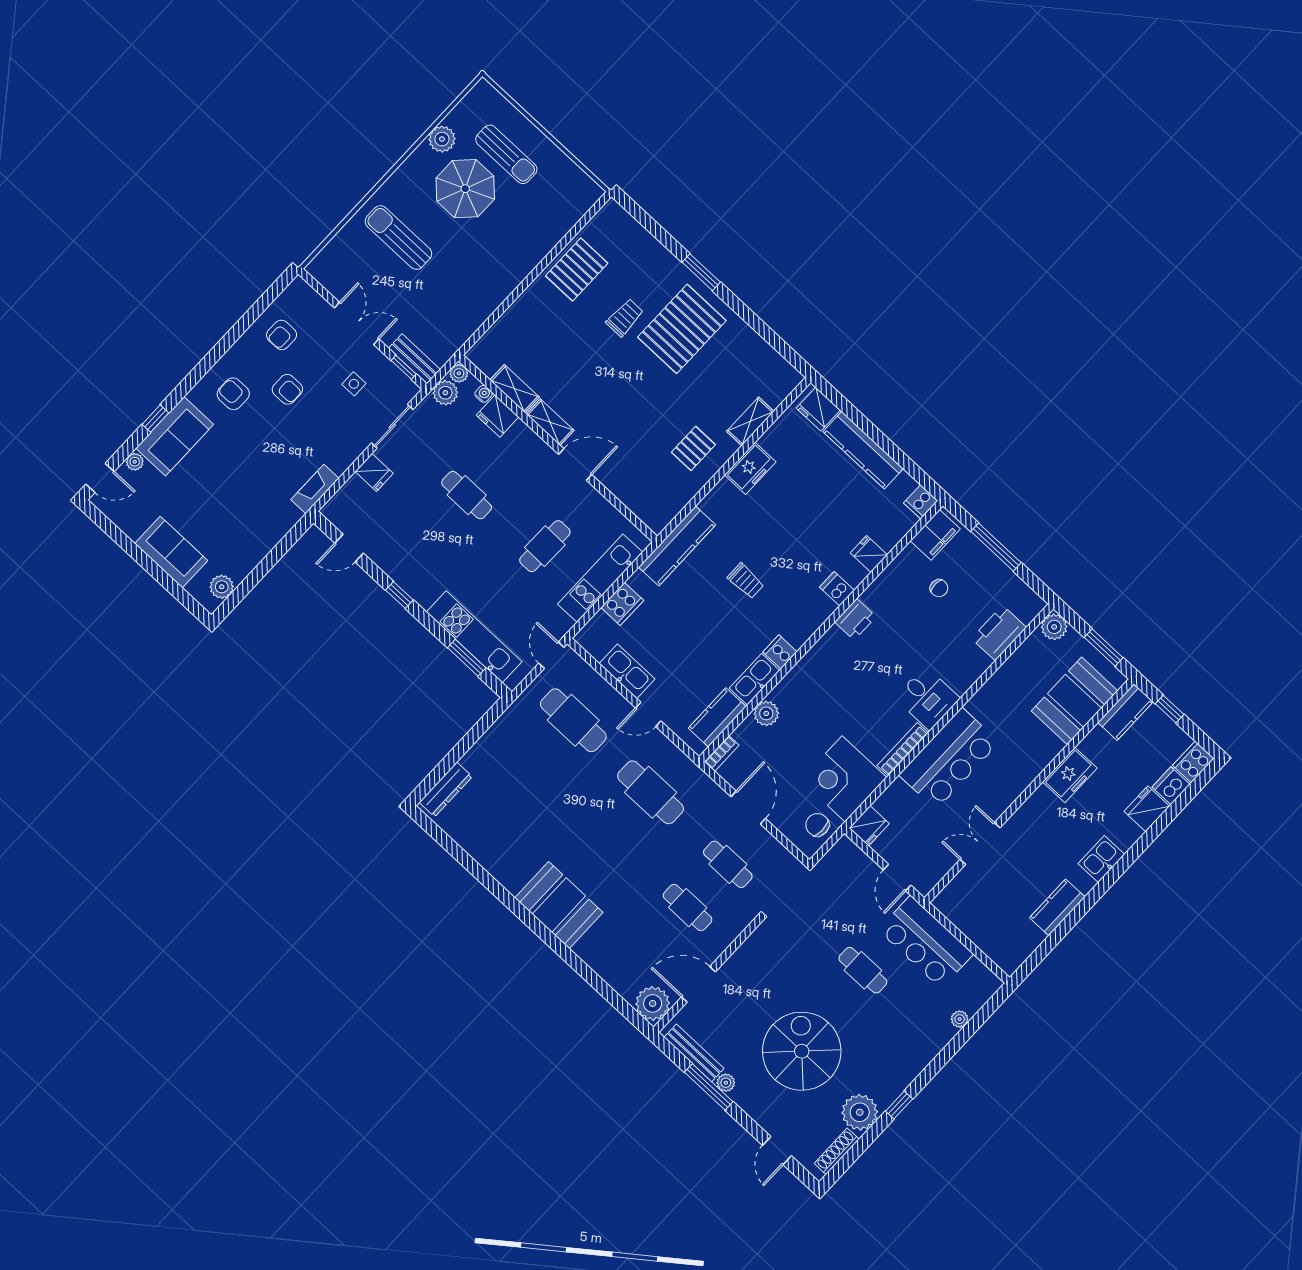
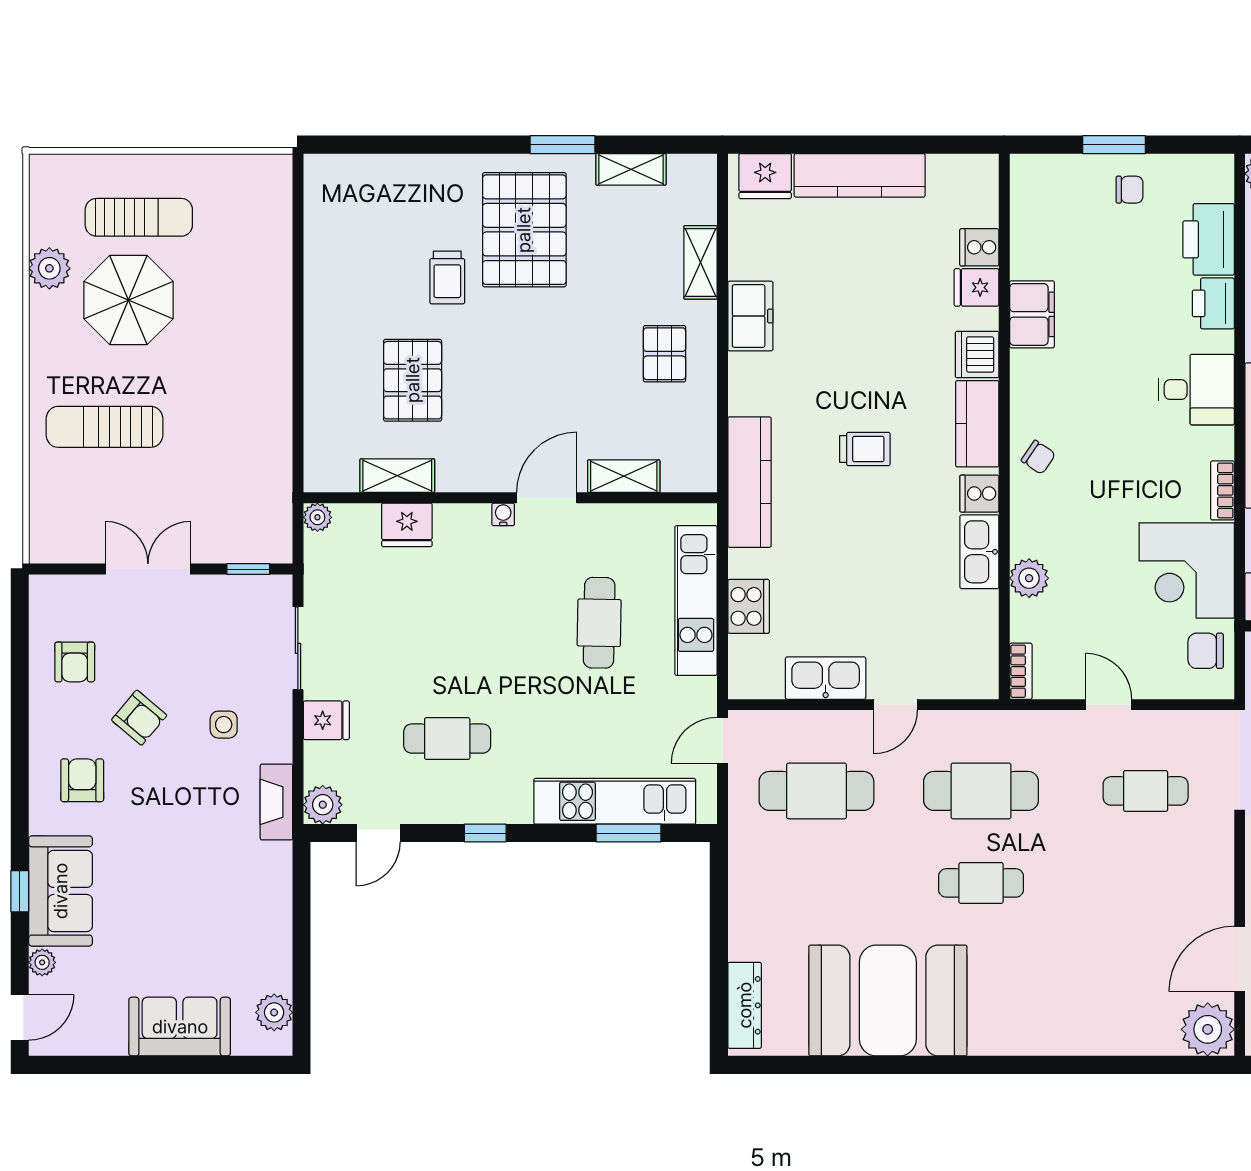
pallet: (577, 270) -> (413, 380), moved
window: (701, 272) -> (563, 145), moved
trolley: (625, 318) -> (447, 278), turned 180
shelving: (758, 347) -> (631, 169), added
bench: (414, 359) -> (252, 548), removed
side table: (354, 384) -> (224, 725), moved
armchair: (287, 389) -> (139, 718), turned 40
plant: (445, 393) -> (323, 805), moved
armchair: (233, 394) -> (82, 780), turned 90
water cooler: (484, 394) -> (503, 514), moved
shelving: (550, 422) -> (624, 476), moved
cafe table: (467, 495) -> (447, 739), moved
cooker: (921, 502) -> (979, 247), moved, turned 90
filing cabinet: (935, 535) -> (1032, 314), moved
window: (996, 547) -> (1114, 145), width x0.69
chair: (939, 588) -> (1130, 190), moved
dishwasher: (837, 589) -> (977, 355), width x1.38
printer: (855, 619) -> (1213, 303), moved, turned 180
door: (551, 655) -> (722, 740), hinge flipped
chair: (824, 661) -> (1038, 457), added
kitchen counter: (717, 717) -> (977, 424), moved
bookcase: (903, 749) -> (1222, 490), width x0.64
door: (748, 808) -> (1109, 705), width x0.73
booth: (559, 905) -> (888, 1000), moved, width x1.36, depth x1.42
cafe table: (688, 908) -> (981, 883), moved

